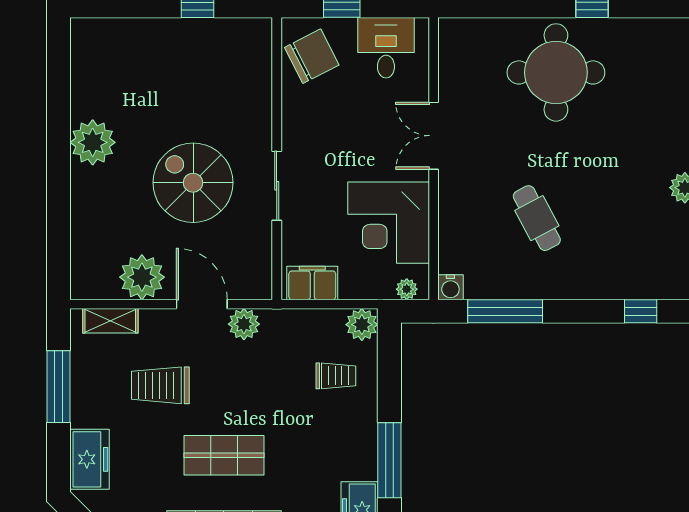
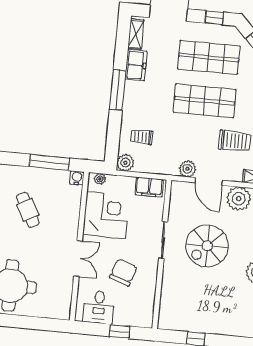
chair: (312, 56) -> (123, 272), moved, turned 136
spiral stairs: (193, 183) -> (207, 246), turned 90
shop shelf: (224, 455) -> (205, 101), width x1.43, depth x1.36

